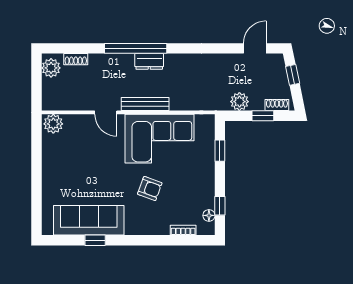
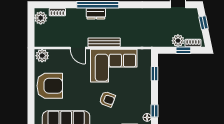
dresser: (149, 61) -> (96, 14), moved
plant: (239, 102) -> (178, 41), moved
armchair: (64, 168) -> (50, 86), added

